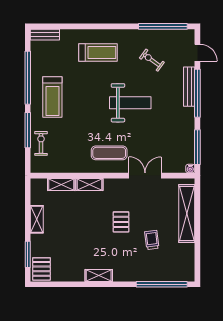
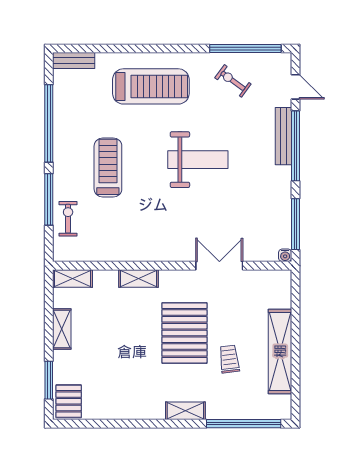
treadmill: (98, 52) -> (151, 86), width x1.37, depth x1.38
exercise bike: (152, 60) -> (233, 81), moved
treadmill: (52, 97) -> (108, 168), moved, turned 180
exercise mat: (109, 153) -> (167, 232), removed
shelving: (61, 185) -> (73, 279), moved
shelving: (187, 214) -> (280, 351), moved
pallet: (121, 222) -> (184, 333), width x2.05, depth x2.00
shelving: (99, 275) -> (185, 411), moved

